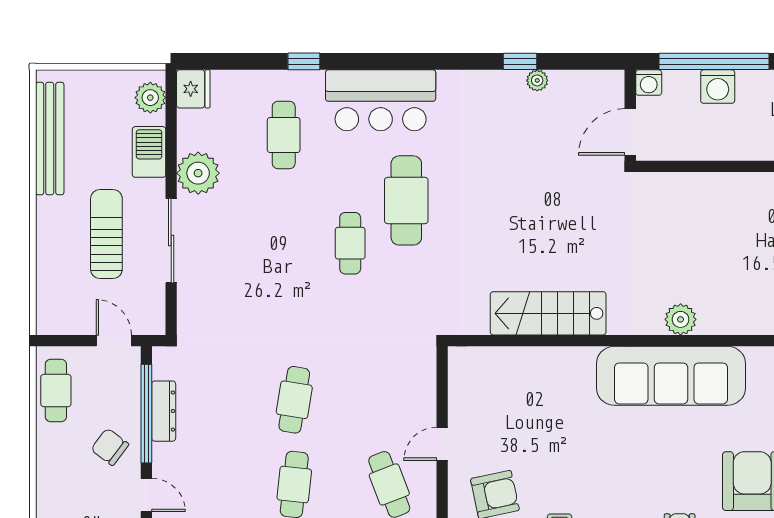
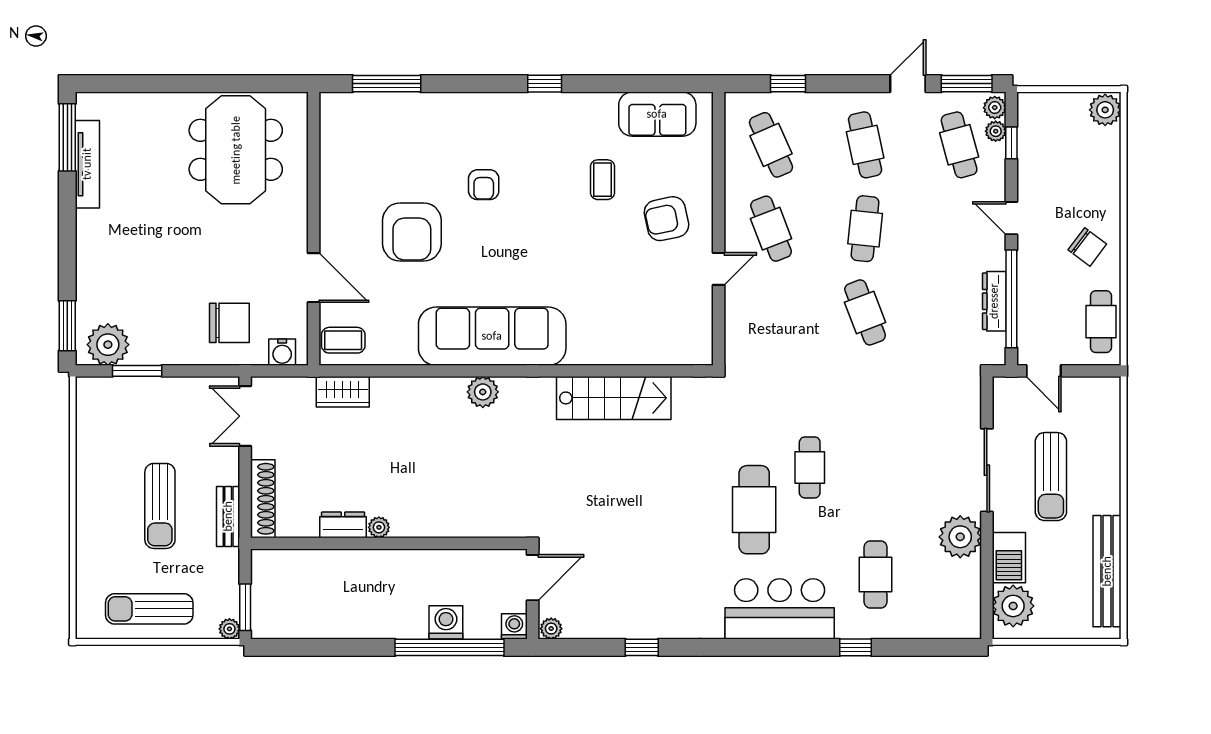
plant: (537, 80) -> (551, 629), moved
fridge: (193, 89) -> (965, 620), removed
plant: (150, 98) -> (1013, 606), width x1.36, depth x1.36
cafe table: (294, 400) -> (865, 312), turned -30
chair: (110, 447) -> (1087, 247), moved

